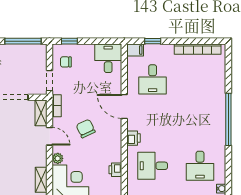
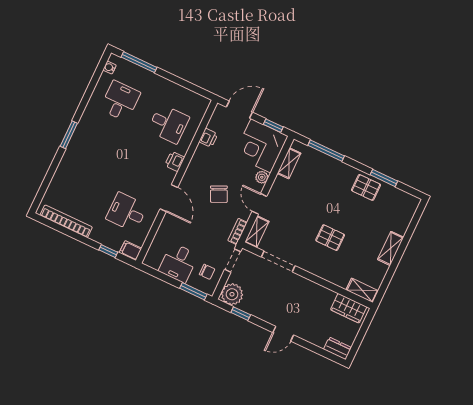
window: (23, 41) -> (241, 314), width x0.46
window: (69, 41) -> (193, 291), width x1.50
plant: (37, 53) -> (232, 294), added
desk: (108, 58) -> (178, 263), moved
desk: (153, 79) -> (127, 212), turned -90
window: (228, 119) -> (69, 135), width x0.47

